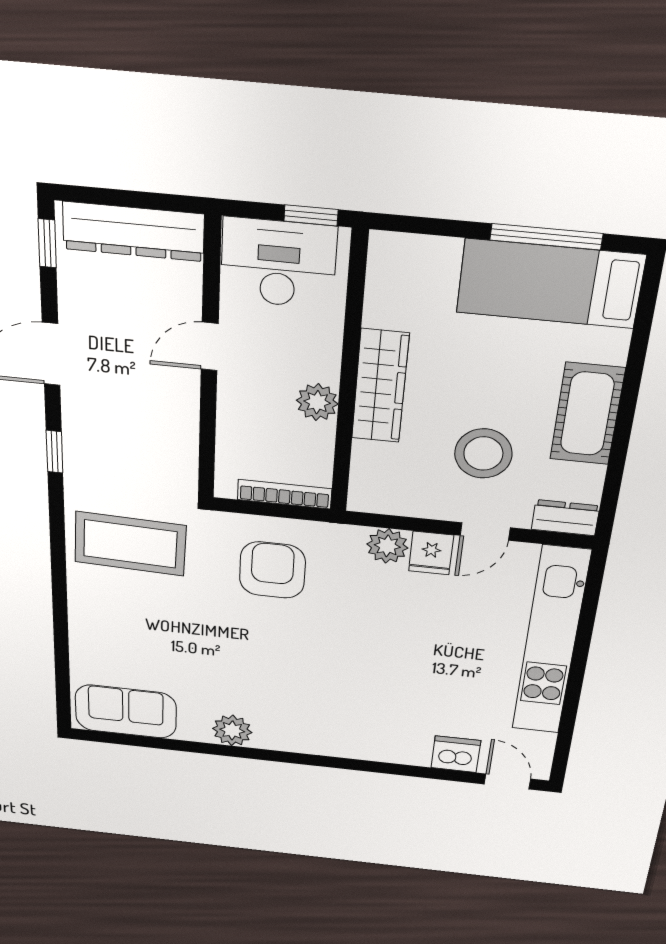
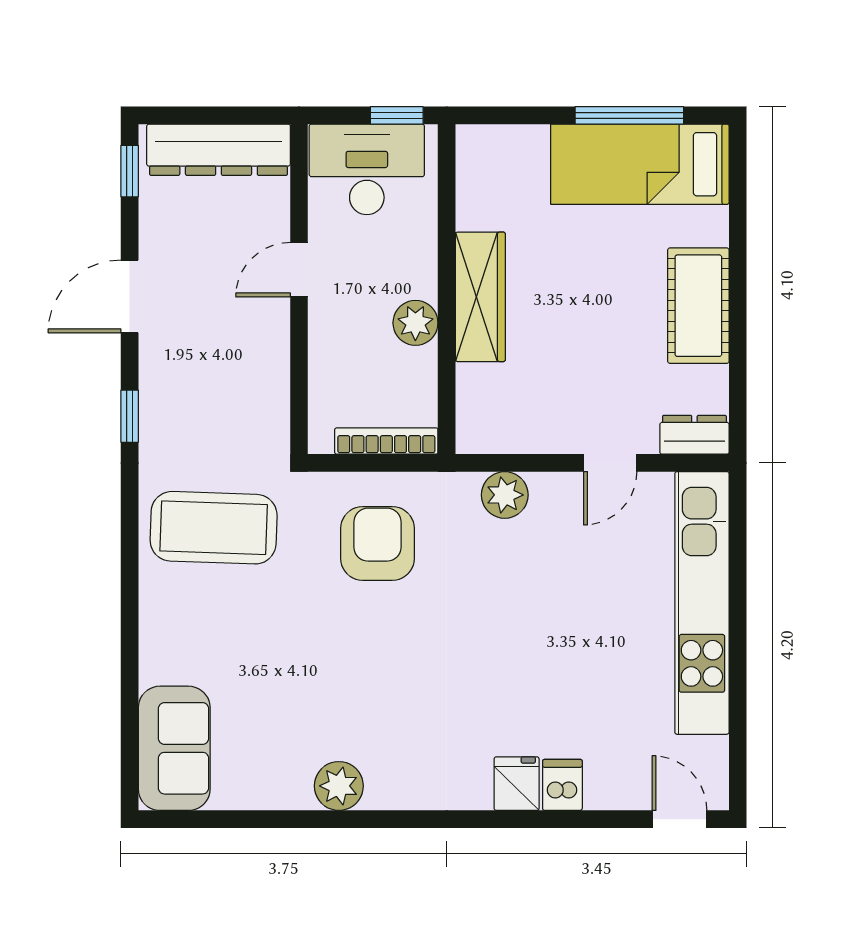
stool: (483, 453) -> (597, 365), removed
fridge: (431, 553) -> (517, 784), moved, turned 180
sofa: (126, 712) -> (174, 748), moved, turned 90
dishwasher: (456, 754) -> (562, 785), moved, width x0.73

